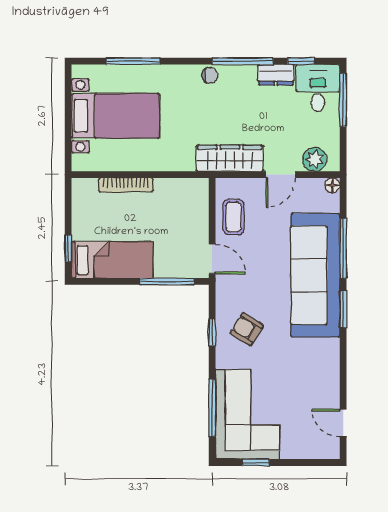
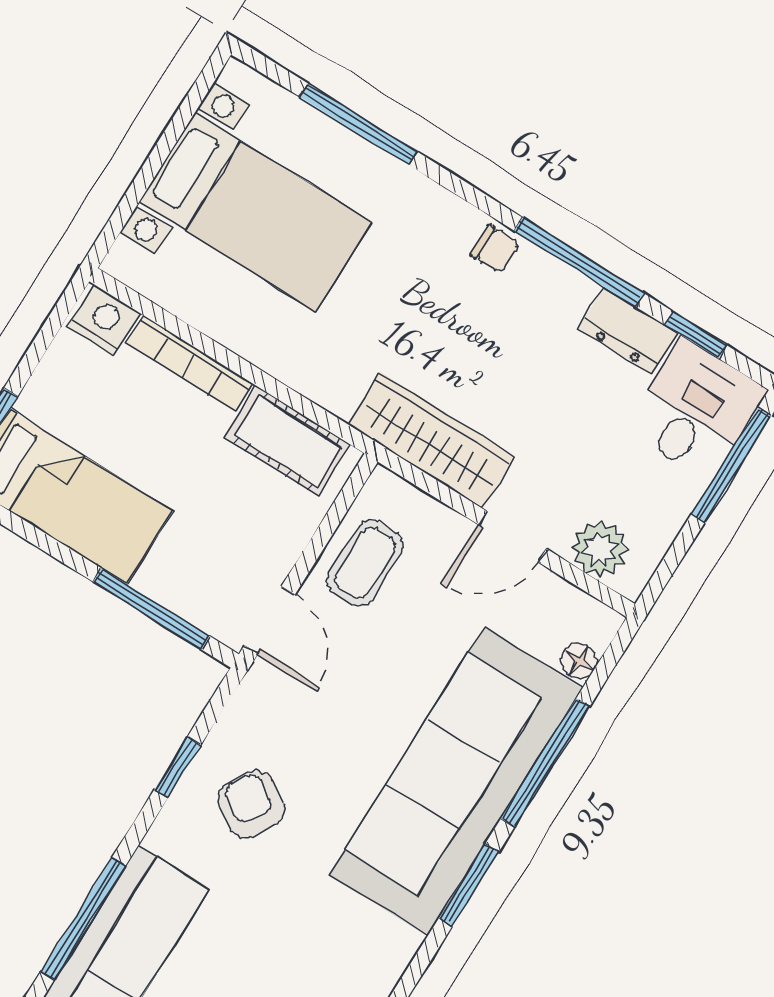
floor lamp: (332, 185) -> (579, 661), moved
nightstand: (85, 188) -> (104, 320), added
cot: (178, 191) -> (288, 441), added

